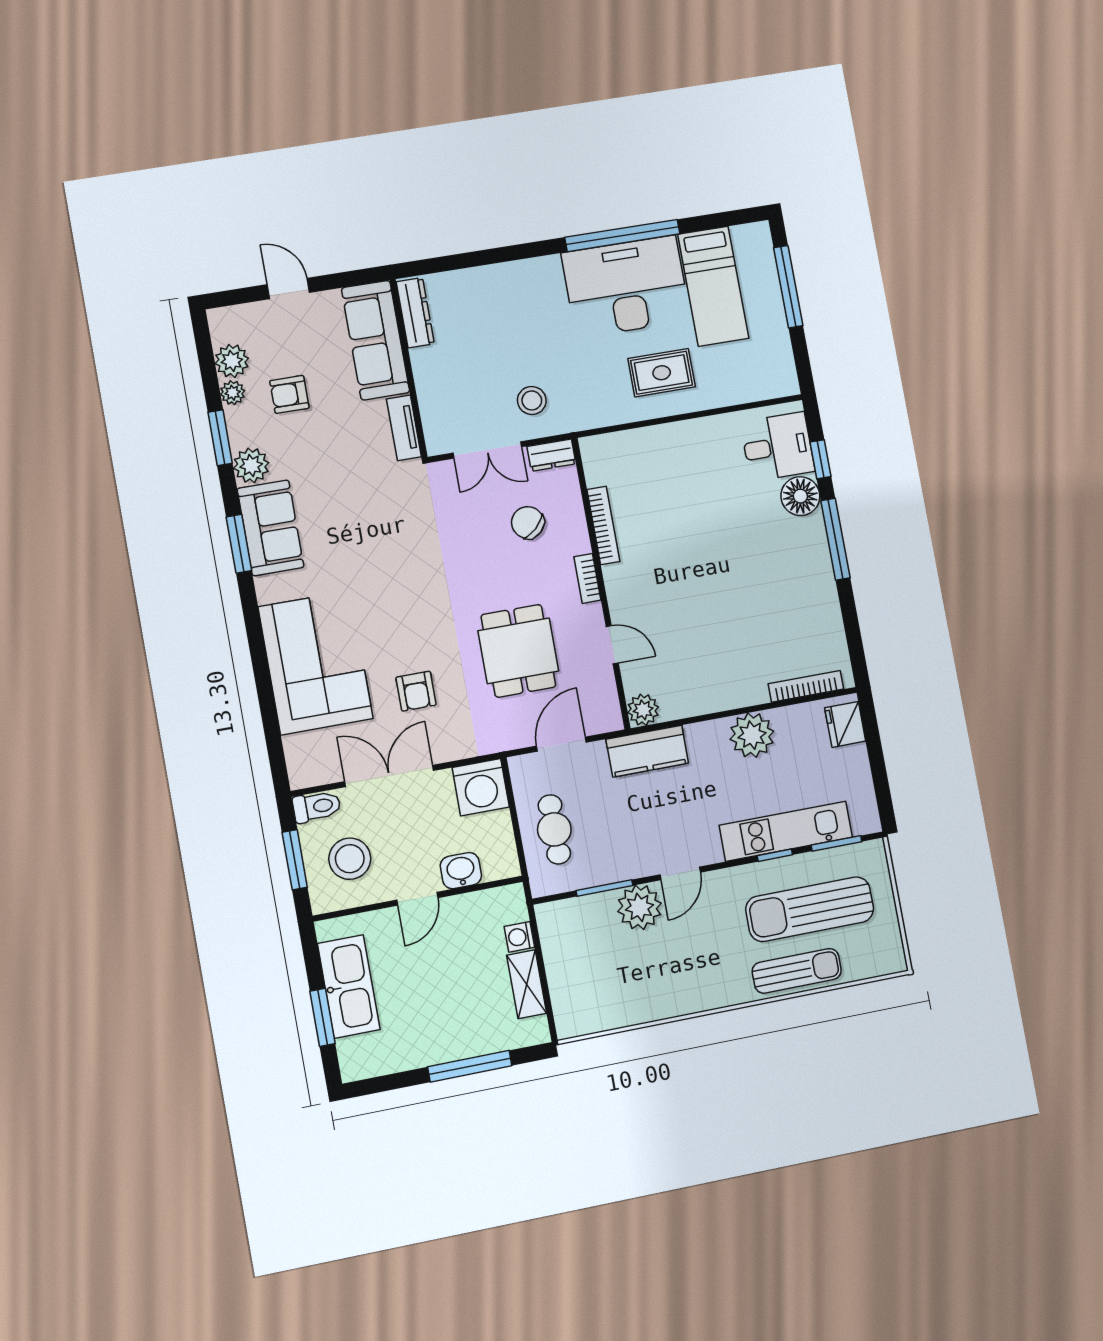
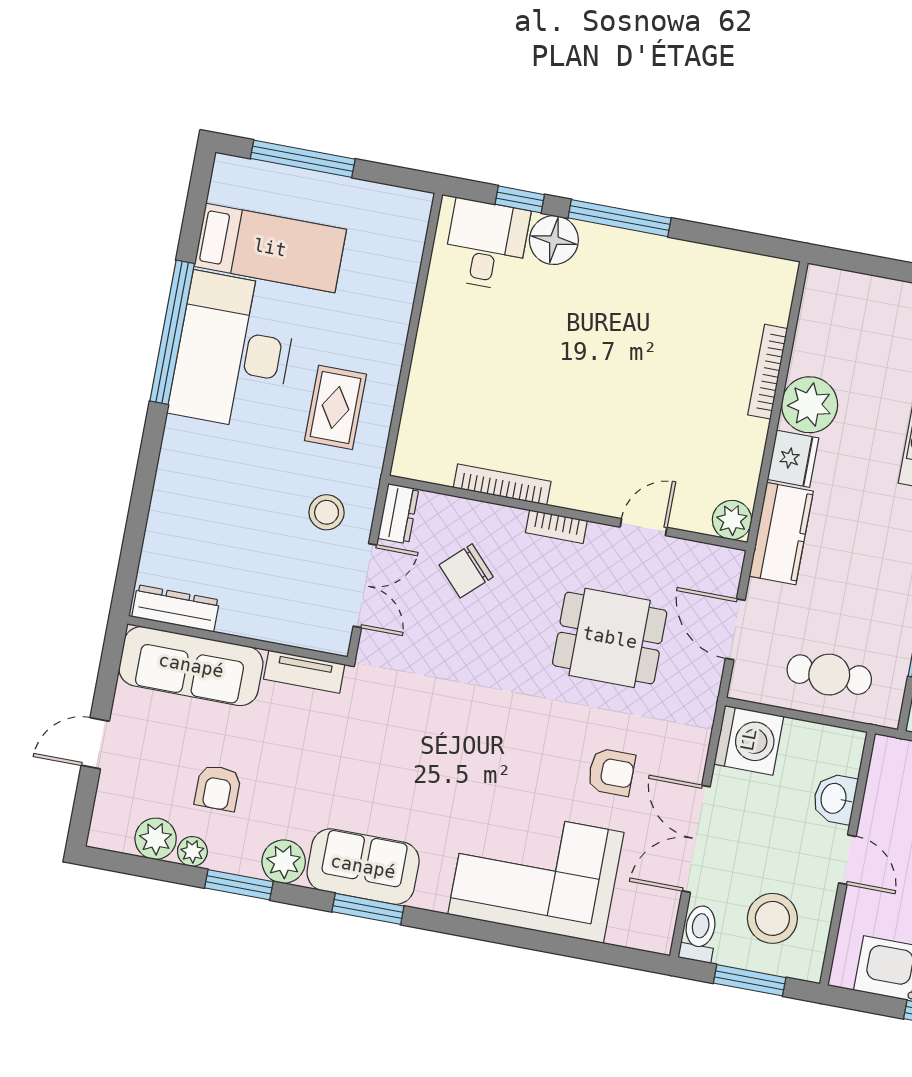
rug: (662, 373) -> (336, 407), moved
bookcase: (806, 686) -> (768, 372), moved
fridge: (845, 724) -> (793, 459), moved, turned -90

